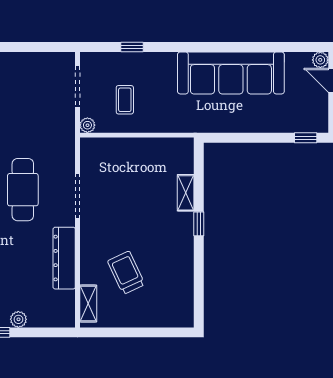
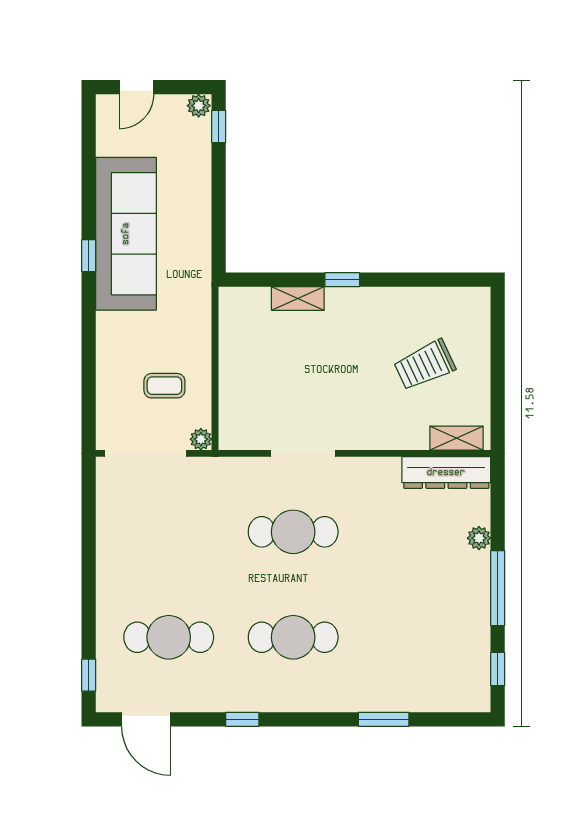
window: (132, 47) -> (89, 256), moved
plant: (320, 60) -> (199, 106), moved
doorway: (78, 87) -> (145, 453), width x1.36
dresser: (64, 258) -> (446, 473), moved
trolley: (126, 273) -> (425, 365), moved

